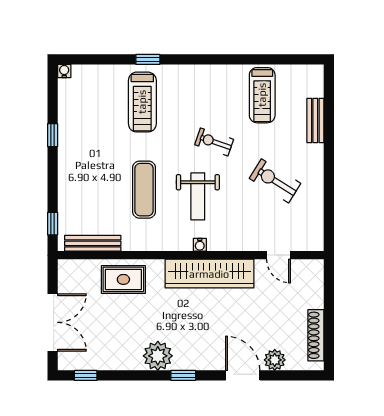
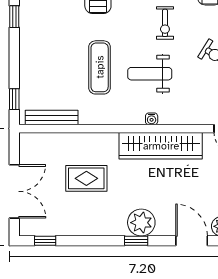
exercise bike: (214, 142) -> (165, 23), turned -109
weight bench: (198, 196) -> (150, 74), turned 90
rug: (123, 279) -> (86, 178), moved
plant: (158, 356) -> (141, 223), moved

